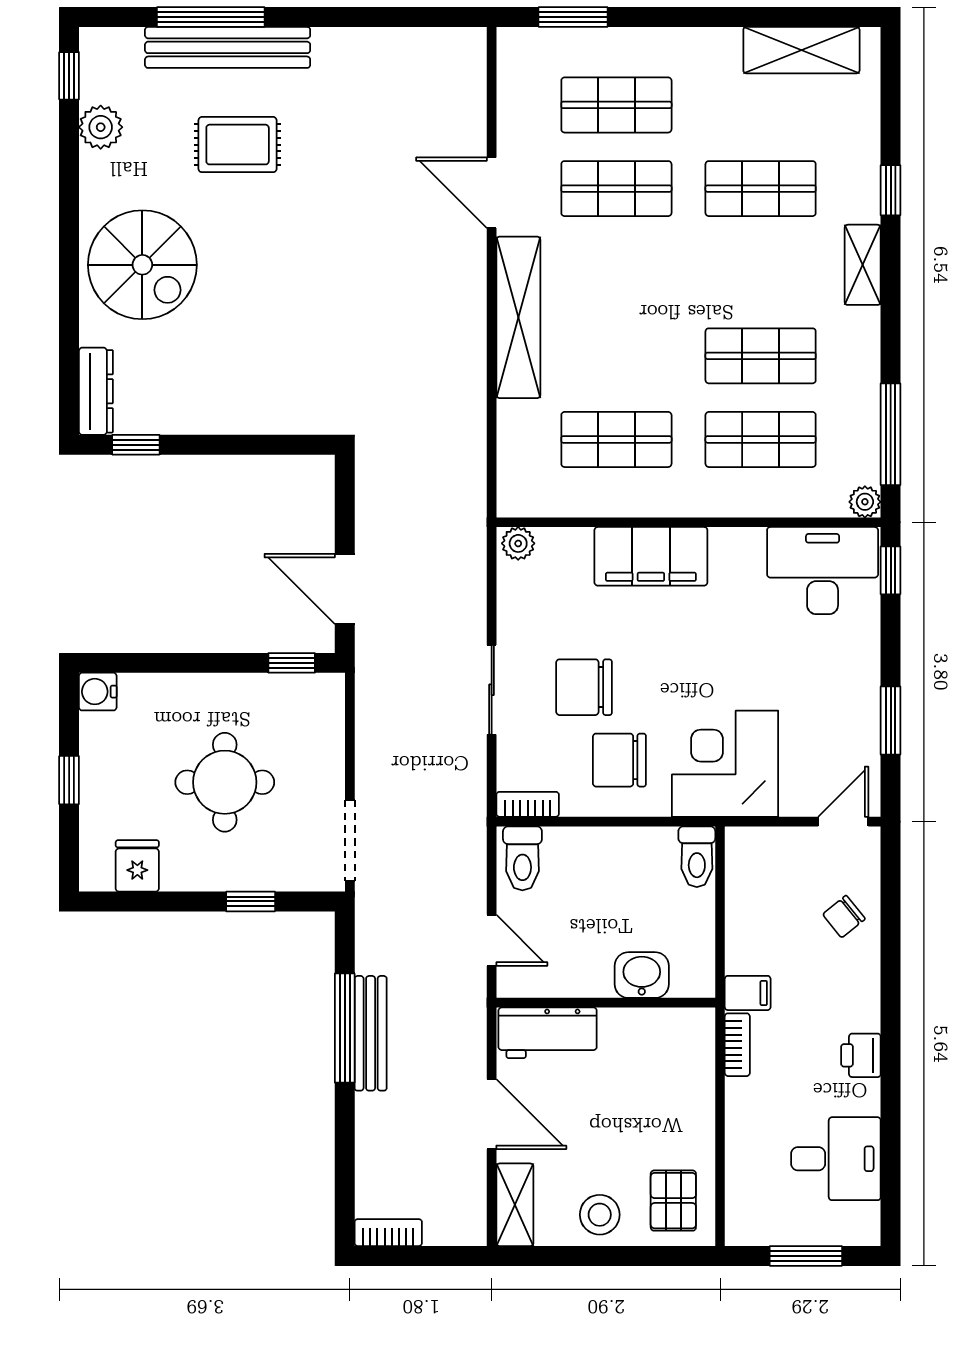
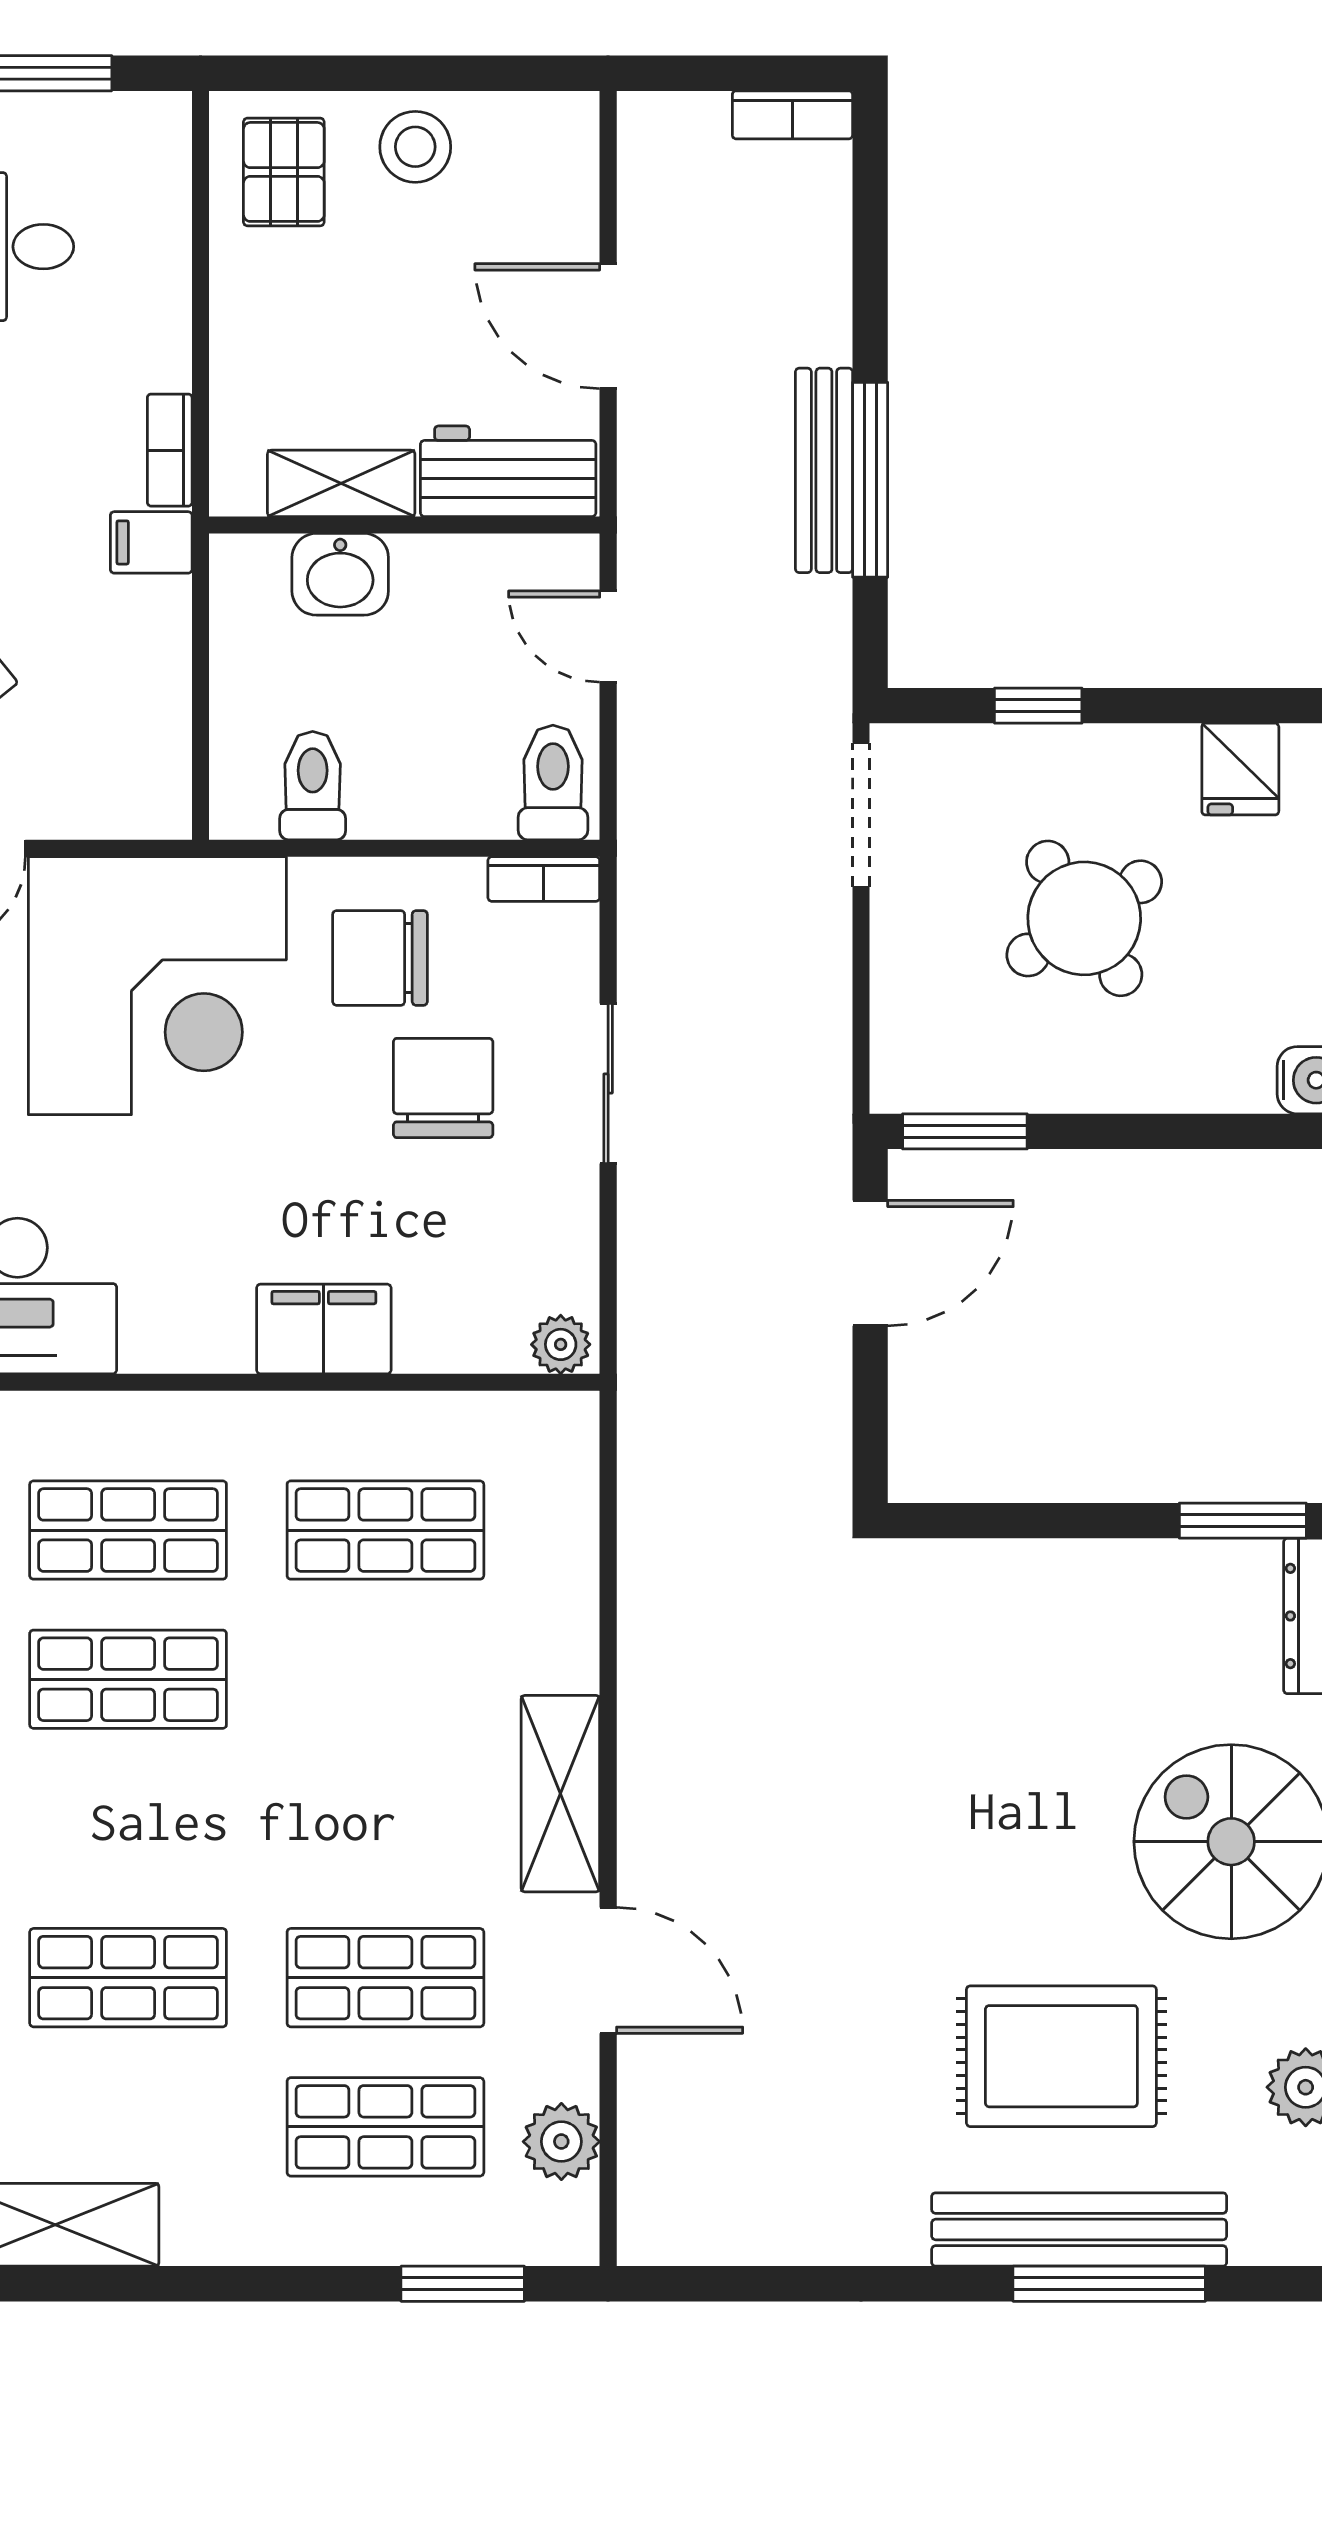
plant: (518, 97) -> (561, 2142), added
rug: (238, 145) -> (1061, 2056), width x1.36, depth x1.43
shelving: (518, 317) -> (560, 1794), width x0.68
window: (136, 445) -> (1243, 1521), width x1.50
filing cabinet: (651, 556) -> (324, 1329), width x0.67, depth x0.86
door: (345, 589) -> (870, 1263), hinge flipped
window: (292, 663) -> (965, 1131), width x1.50
chair: (584, 687) -> (443, 1088), turned -90
chair: (619, 760) -> (380, 958), turned 180
corner desk: (725, 764) -> (157, 986), width x1.36, depth x1.36
round table: (225, 782) -> (1084, 918), turned -33
toilet: (697, 857) -> (313, 786), moved
shelving: (515, 1205) -> (341, 483), moved, turned 90

